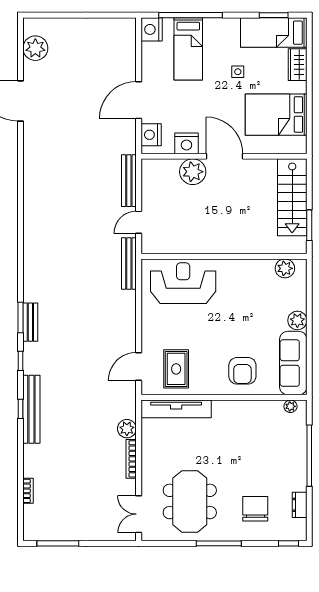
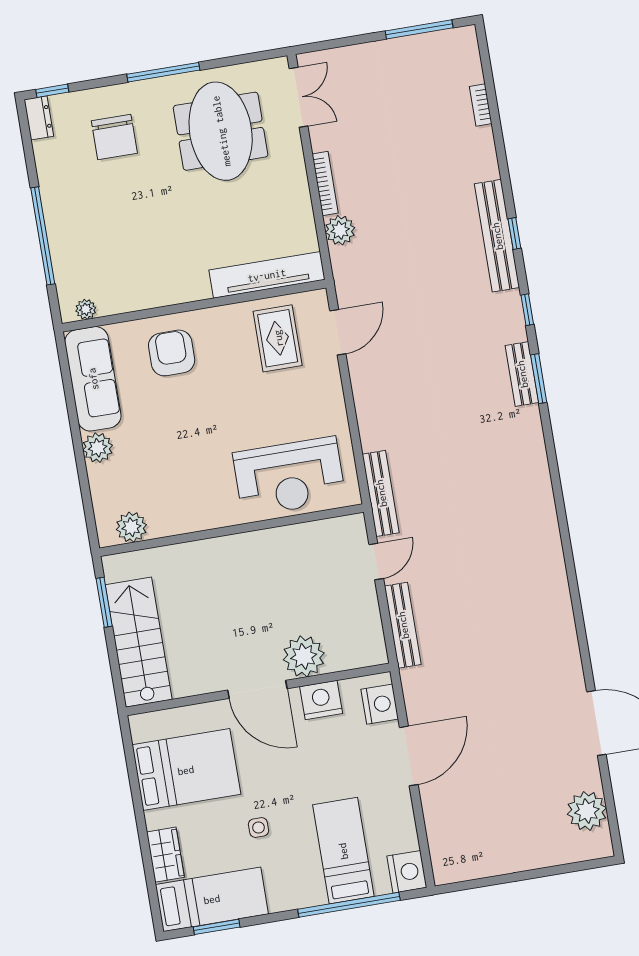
dresser: (300, 505) -> (39, 118), moved

